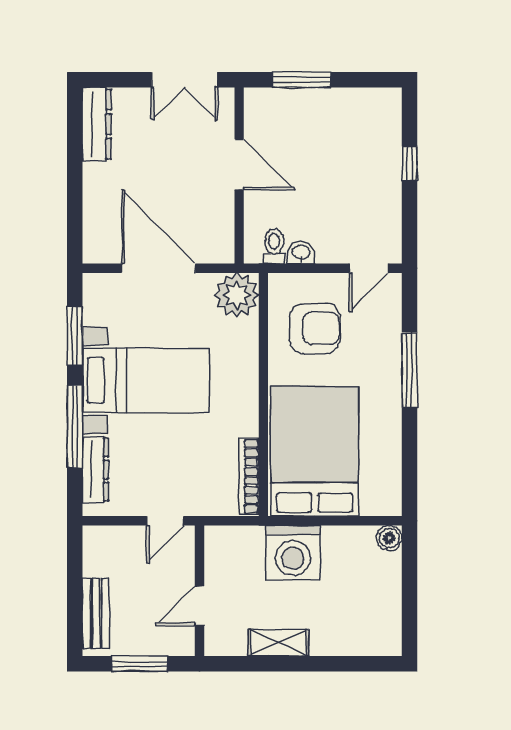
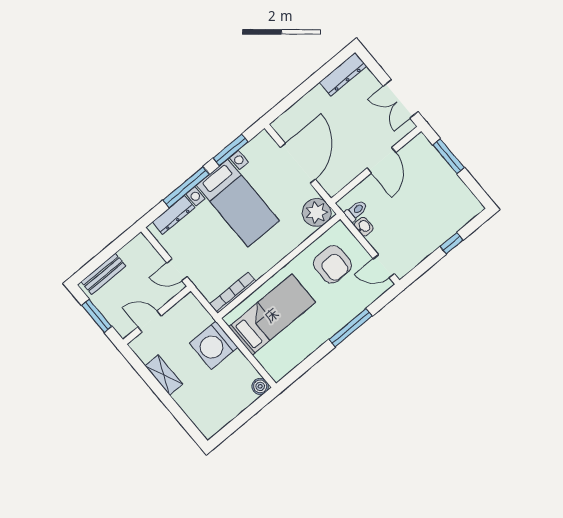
bed: (315, 451) -> (272, 315), width x0.67

